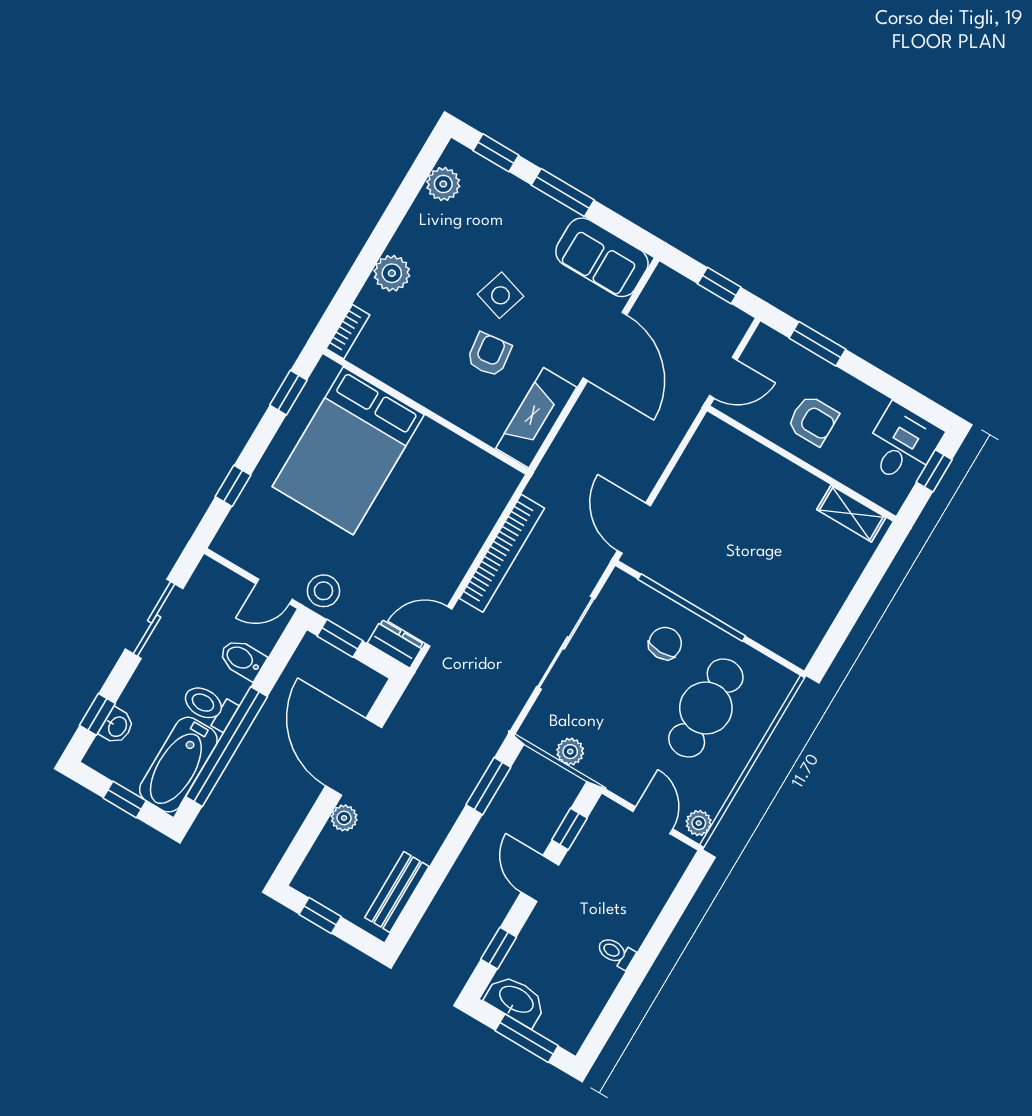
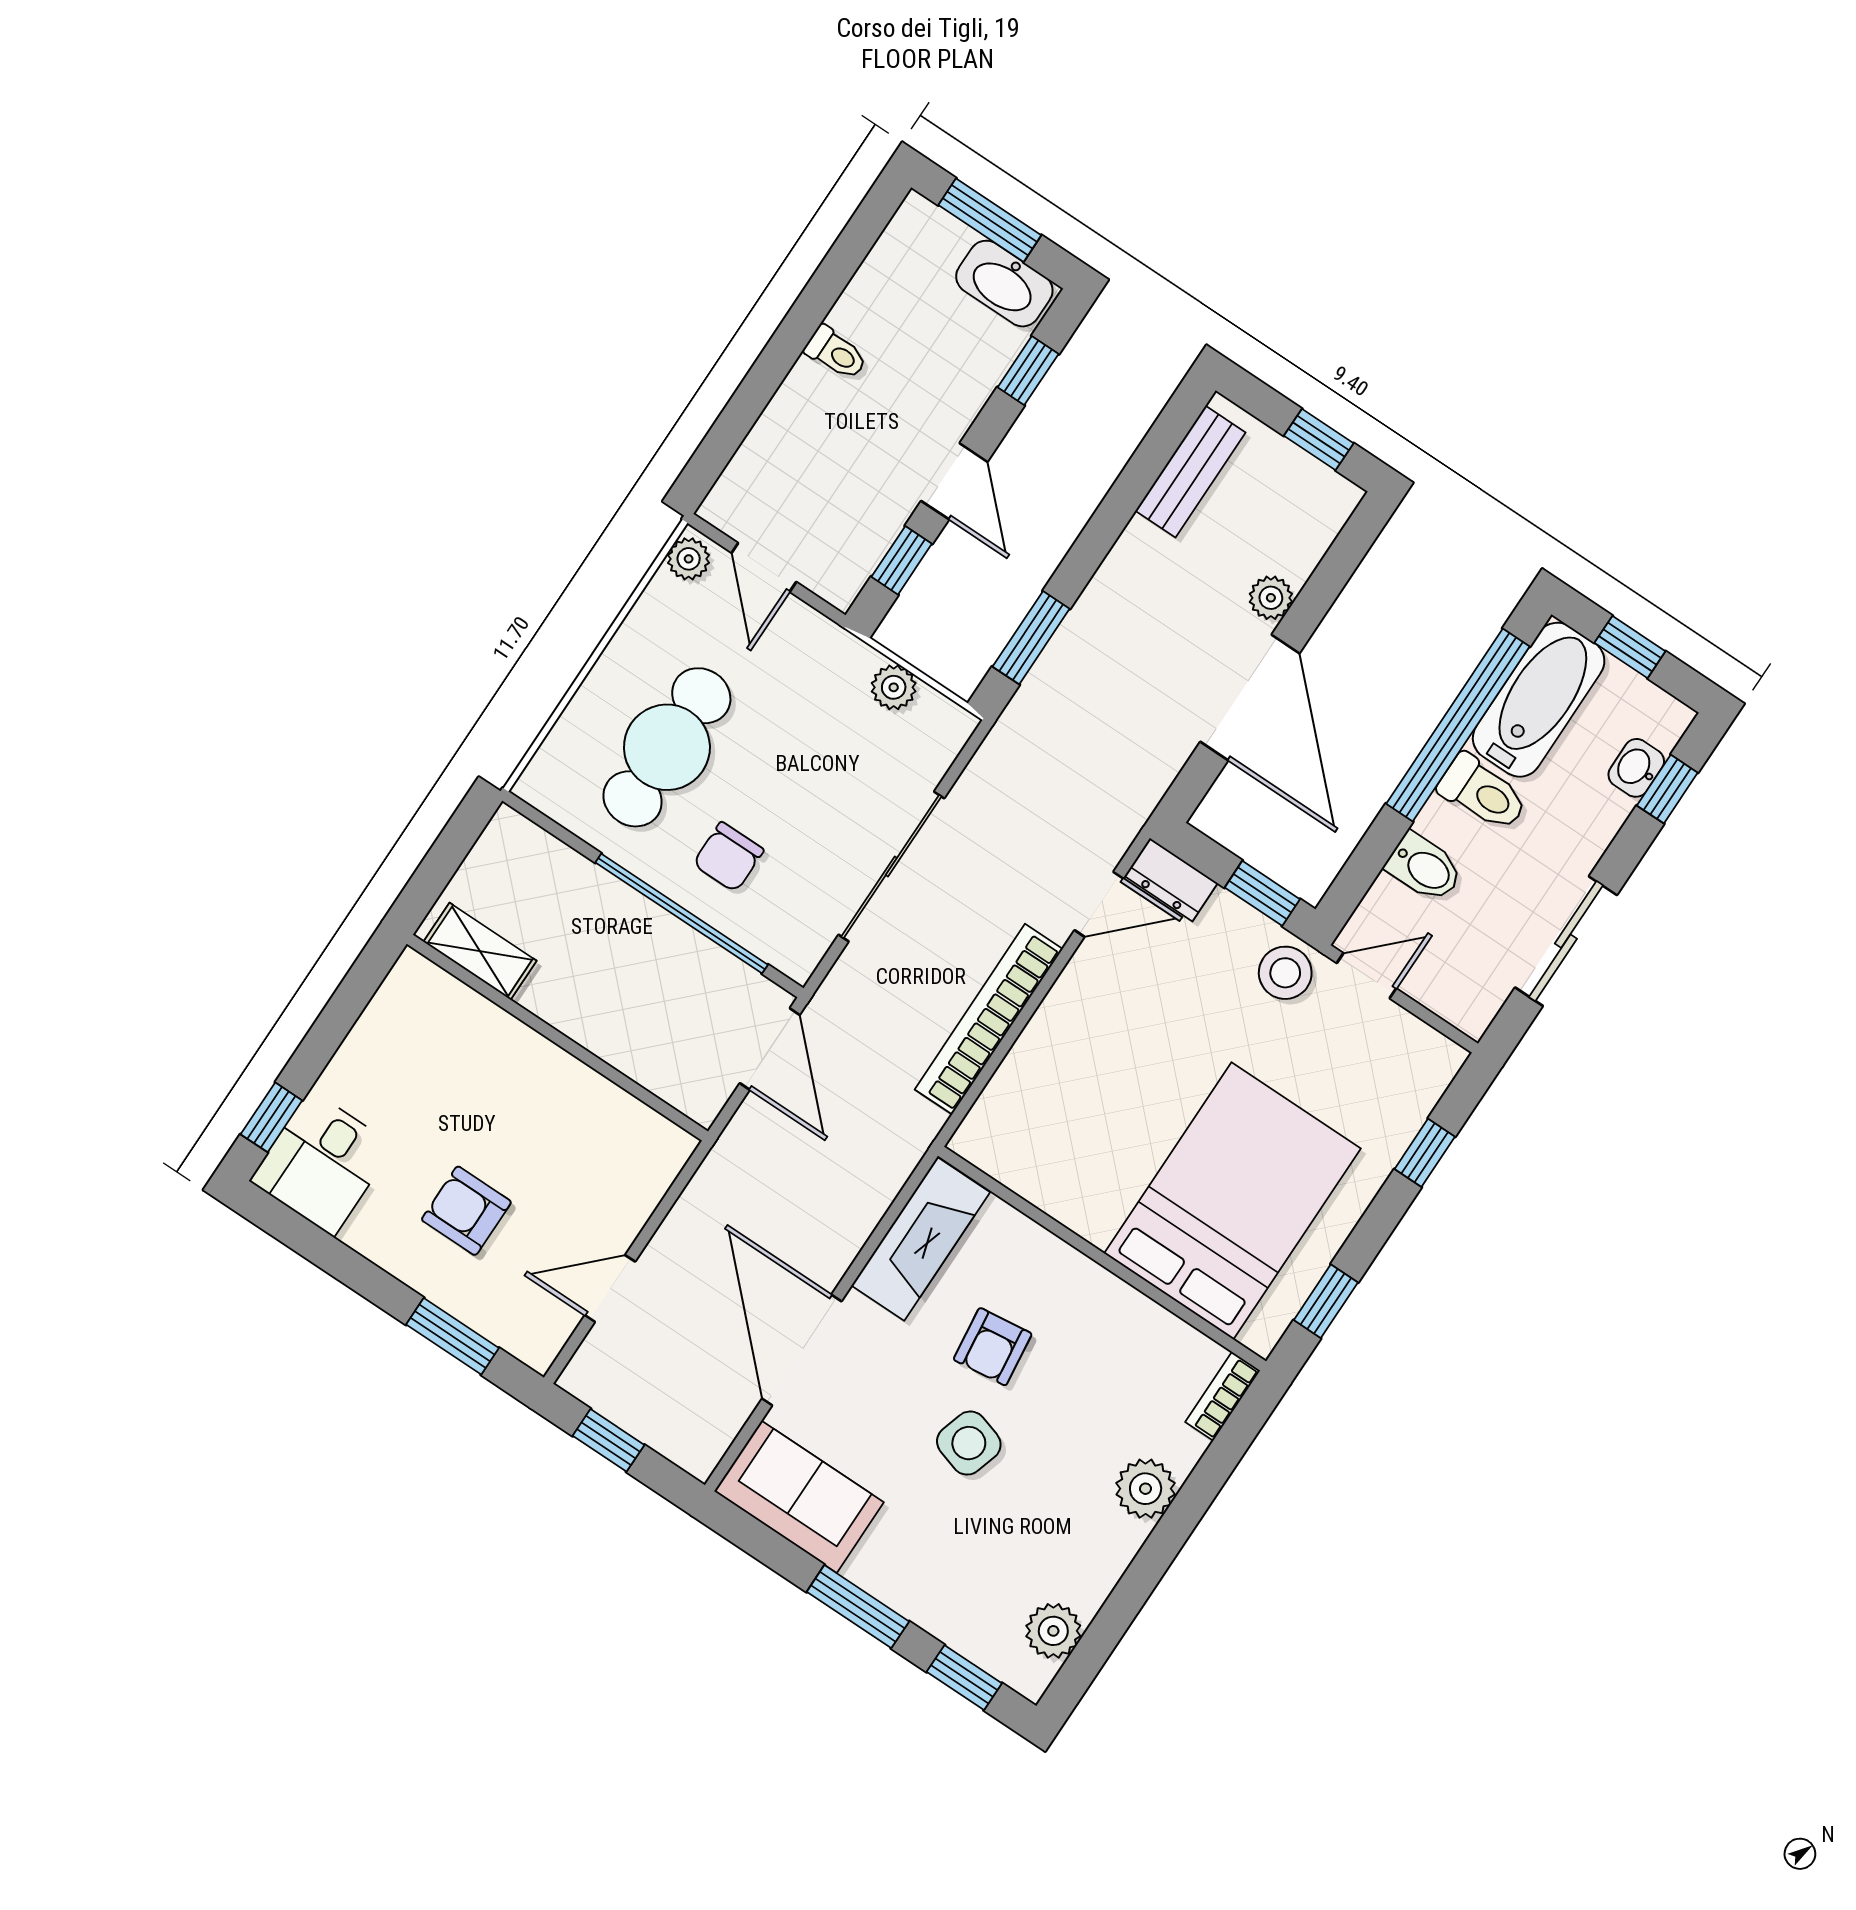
wall: (802, 464) -> (557, 1038), moved
shelving: (851, 514) -> (480, 951), moved

